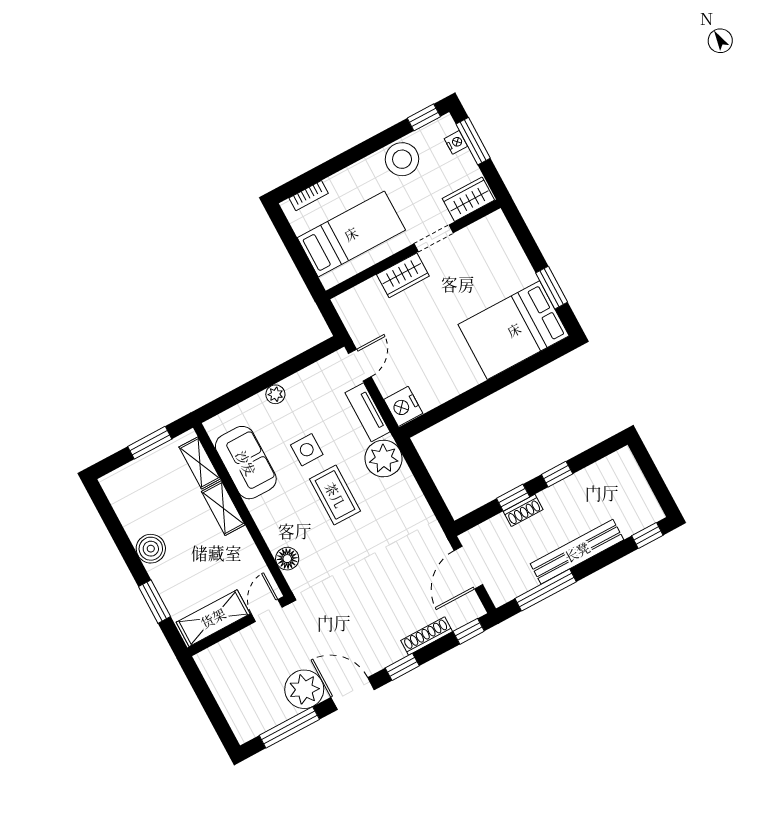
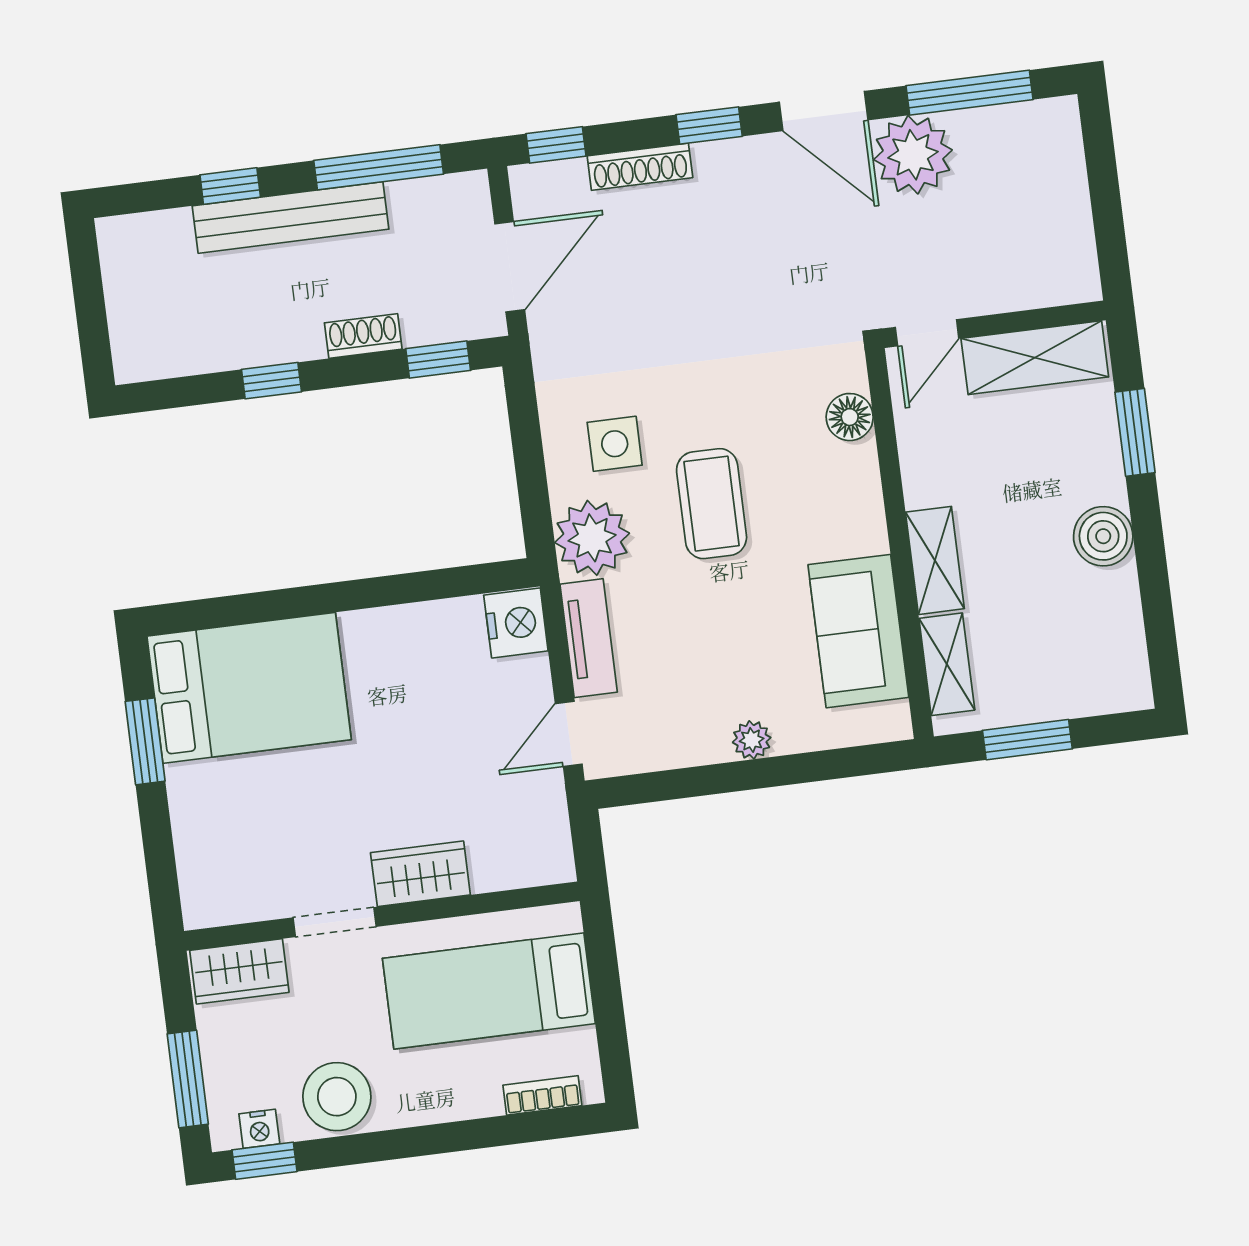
nightstand: (456, 142) -> (259, 1129), moved, turned -90
side table: (307, 450) -> (615, 444), moved
window: (513, 498) -> (438, 360), moved
window: (647, 536) -> (230, 186), moved

